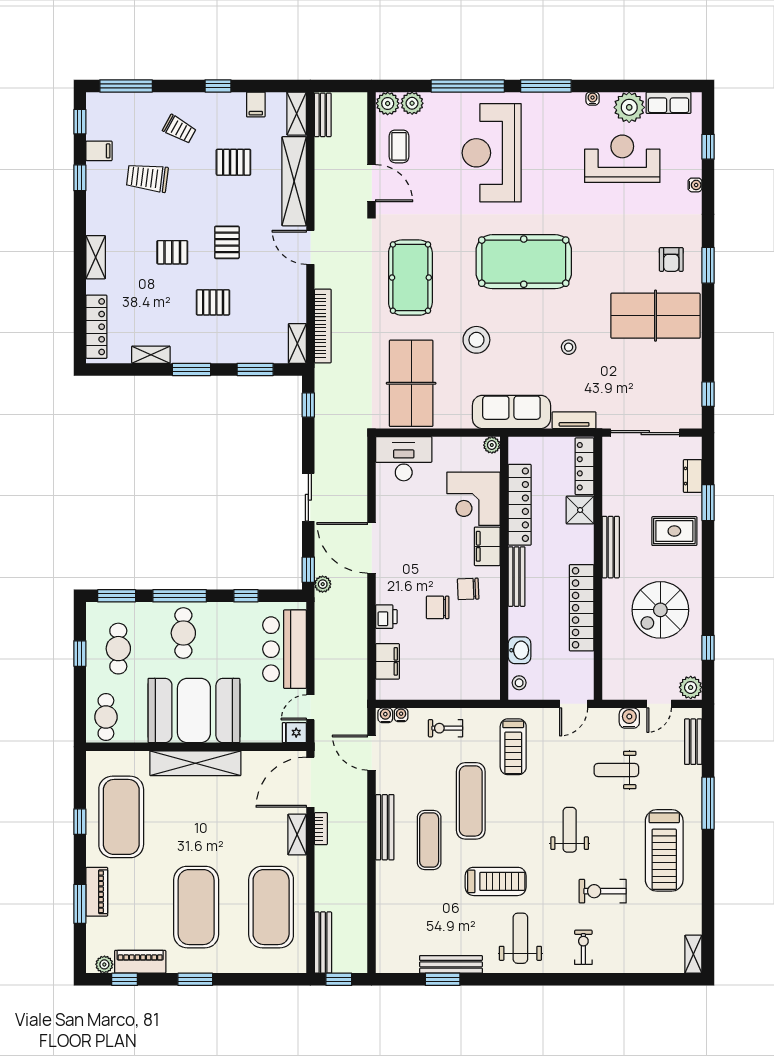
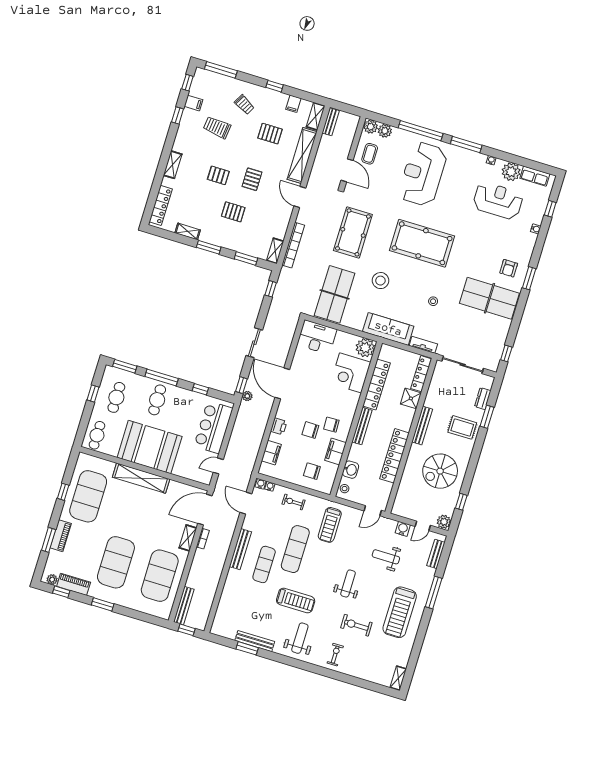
plant: (492, 445) -> (365, 348), width x1.87, depth x1.87
filing cabinet: (487, 546) -> (335, 451), moved
chair: (460, 671) -> (312, 471), added
fridge: (294, 733) -> (204, 478), removed

